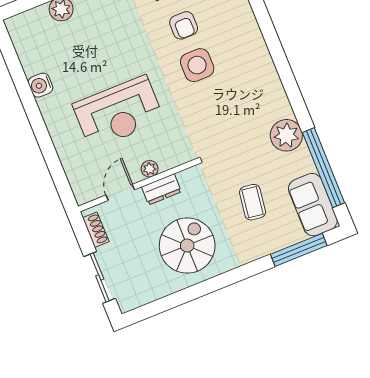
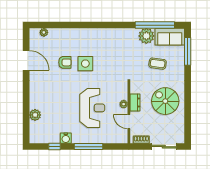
window: (16, 70) -> (54, 147), added
window: (42, 135) -> (89, 147), added
plant: (286, 135) -> (146, 36), moved

